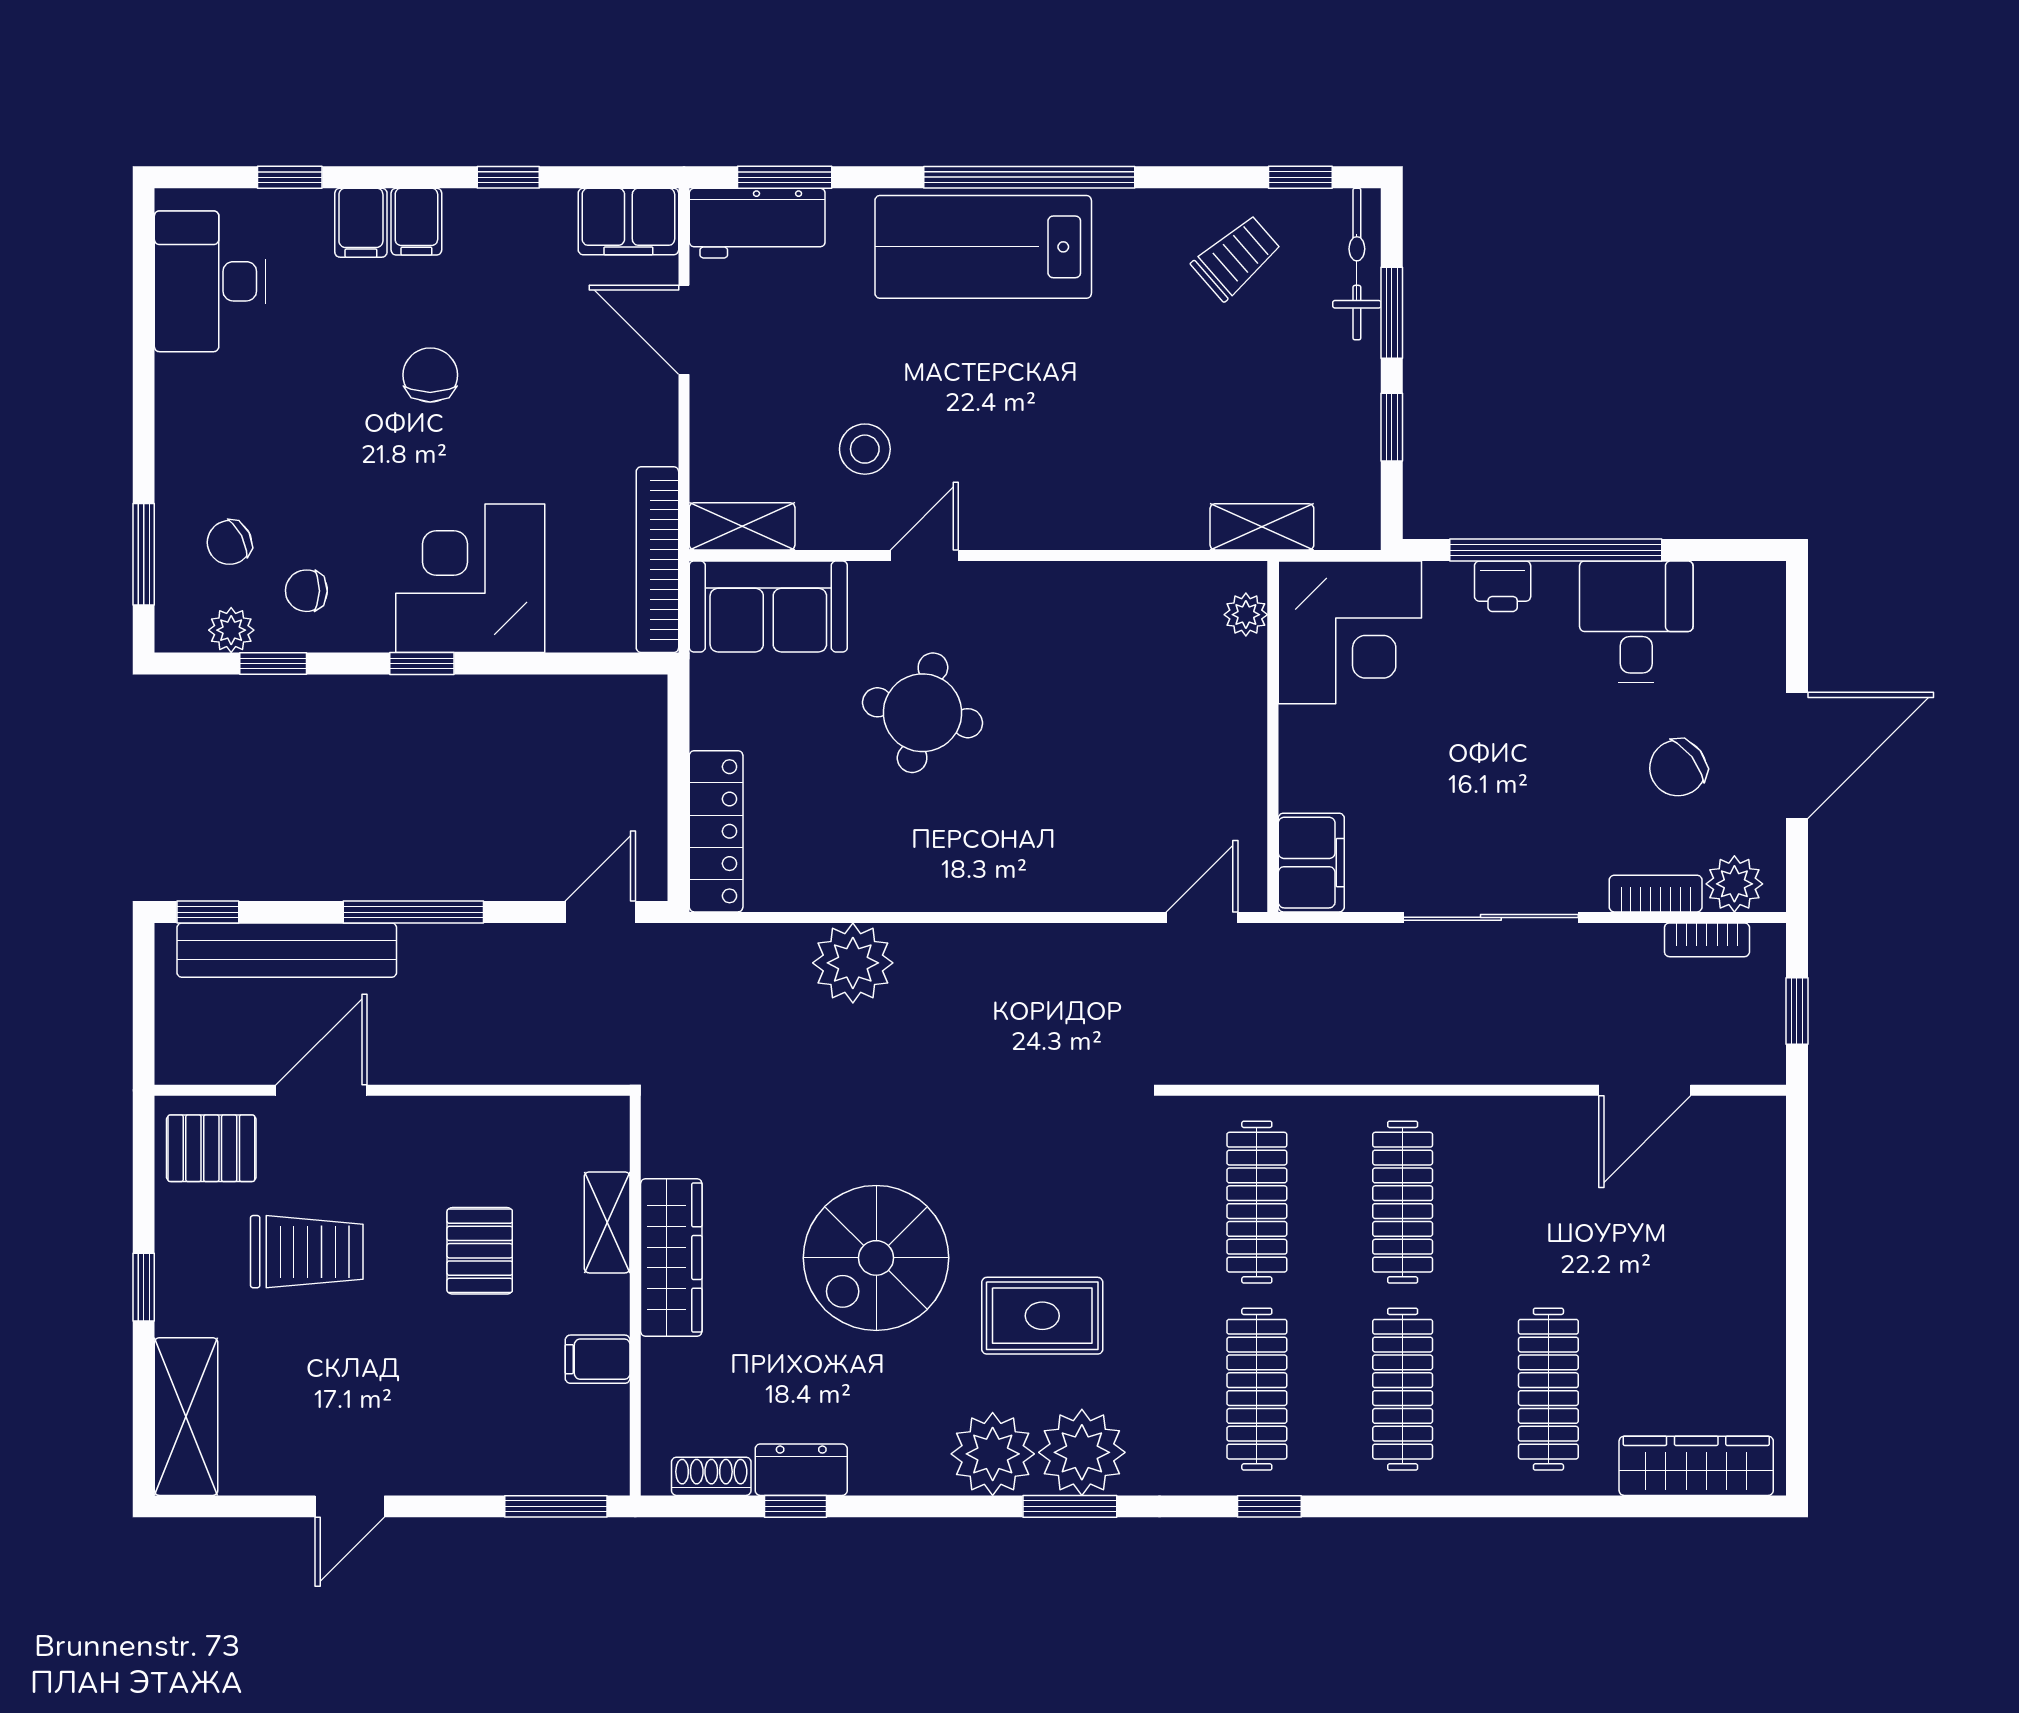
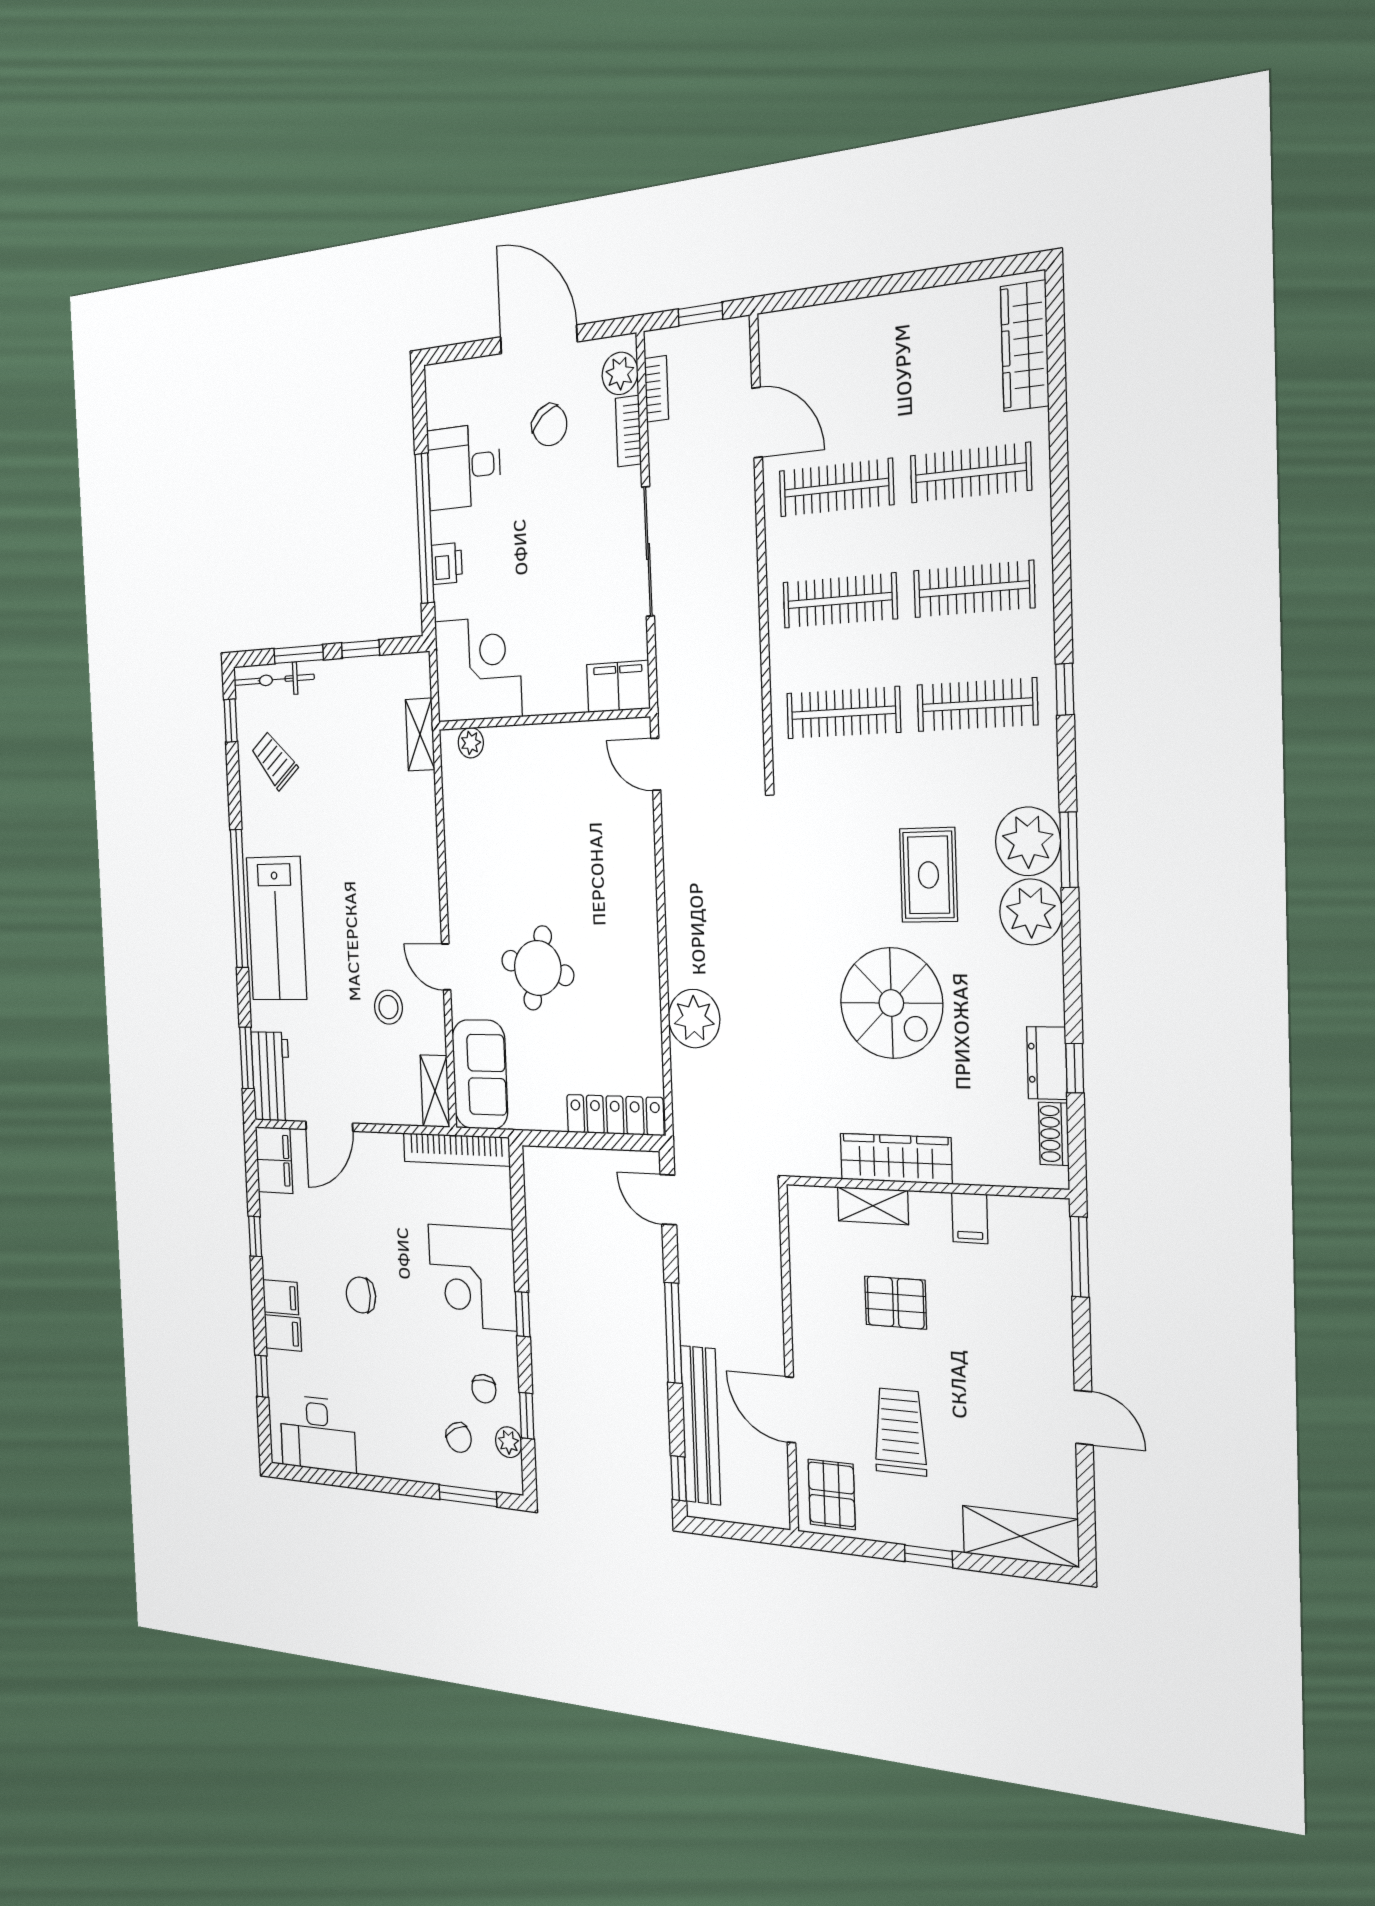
clothes rail: (1548, 1202) -> (836, 488), added

